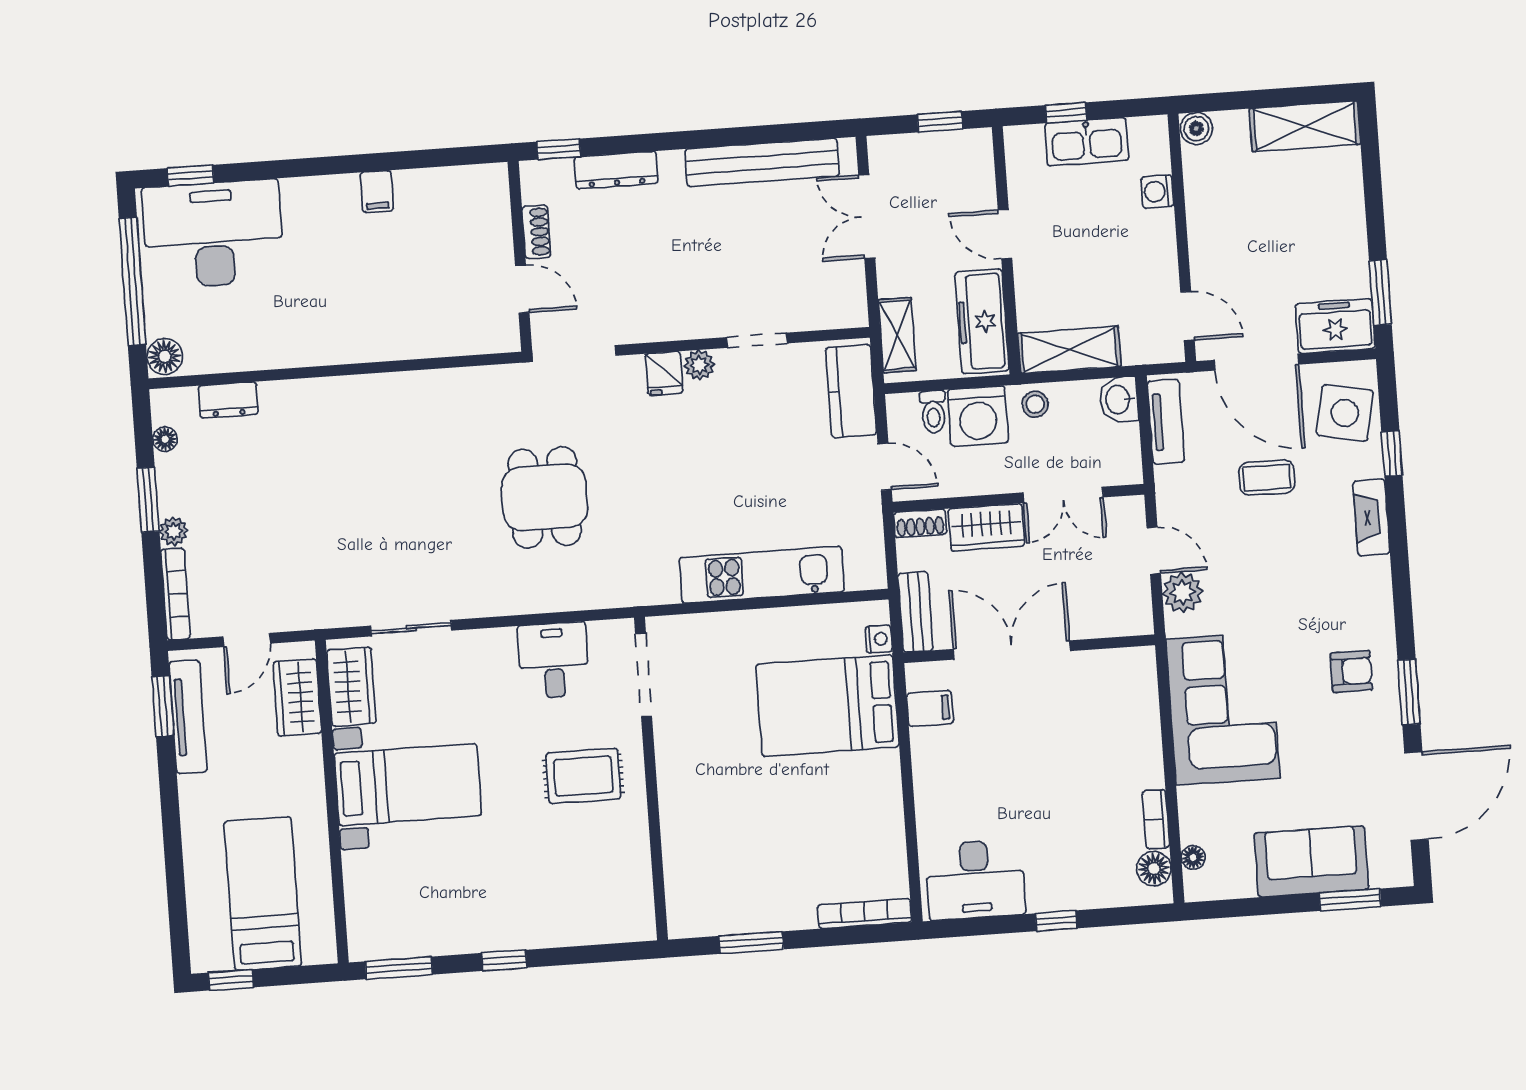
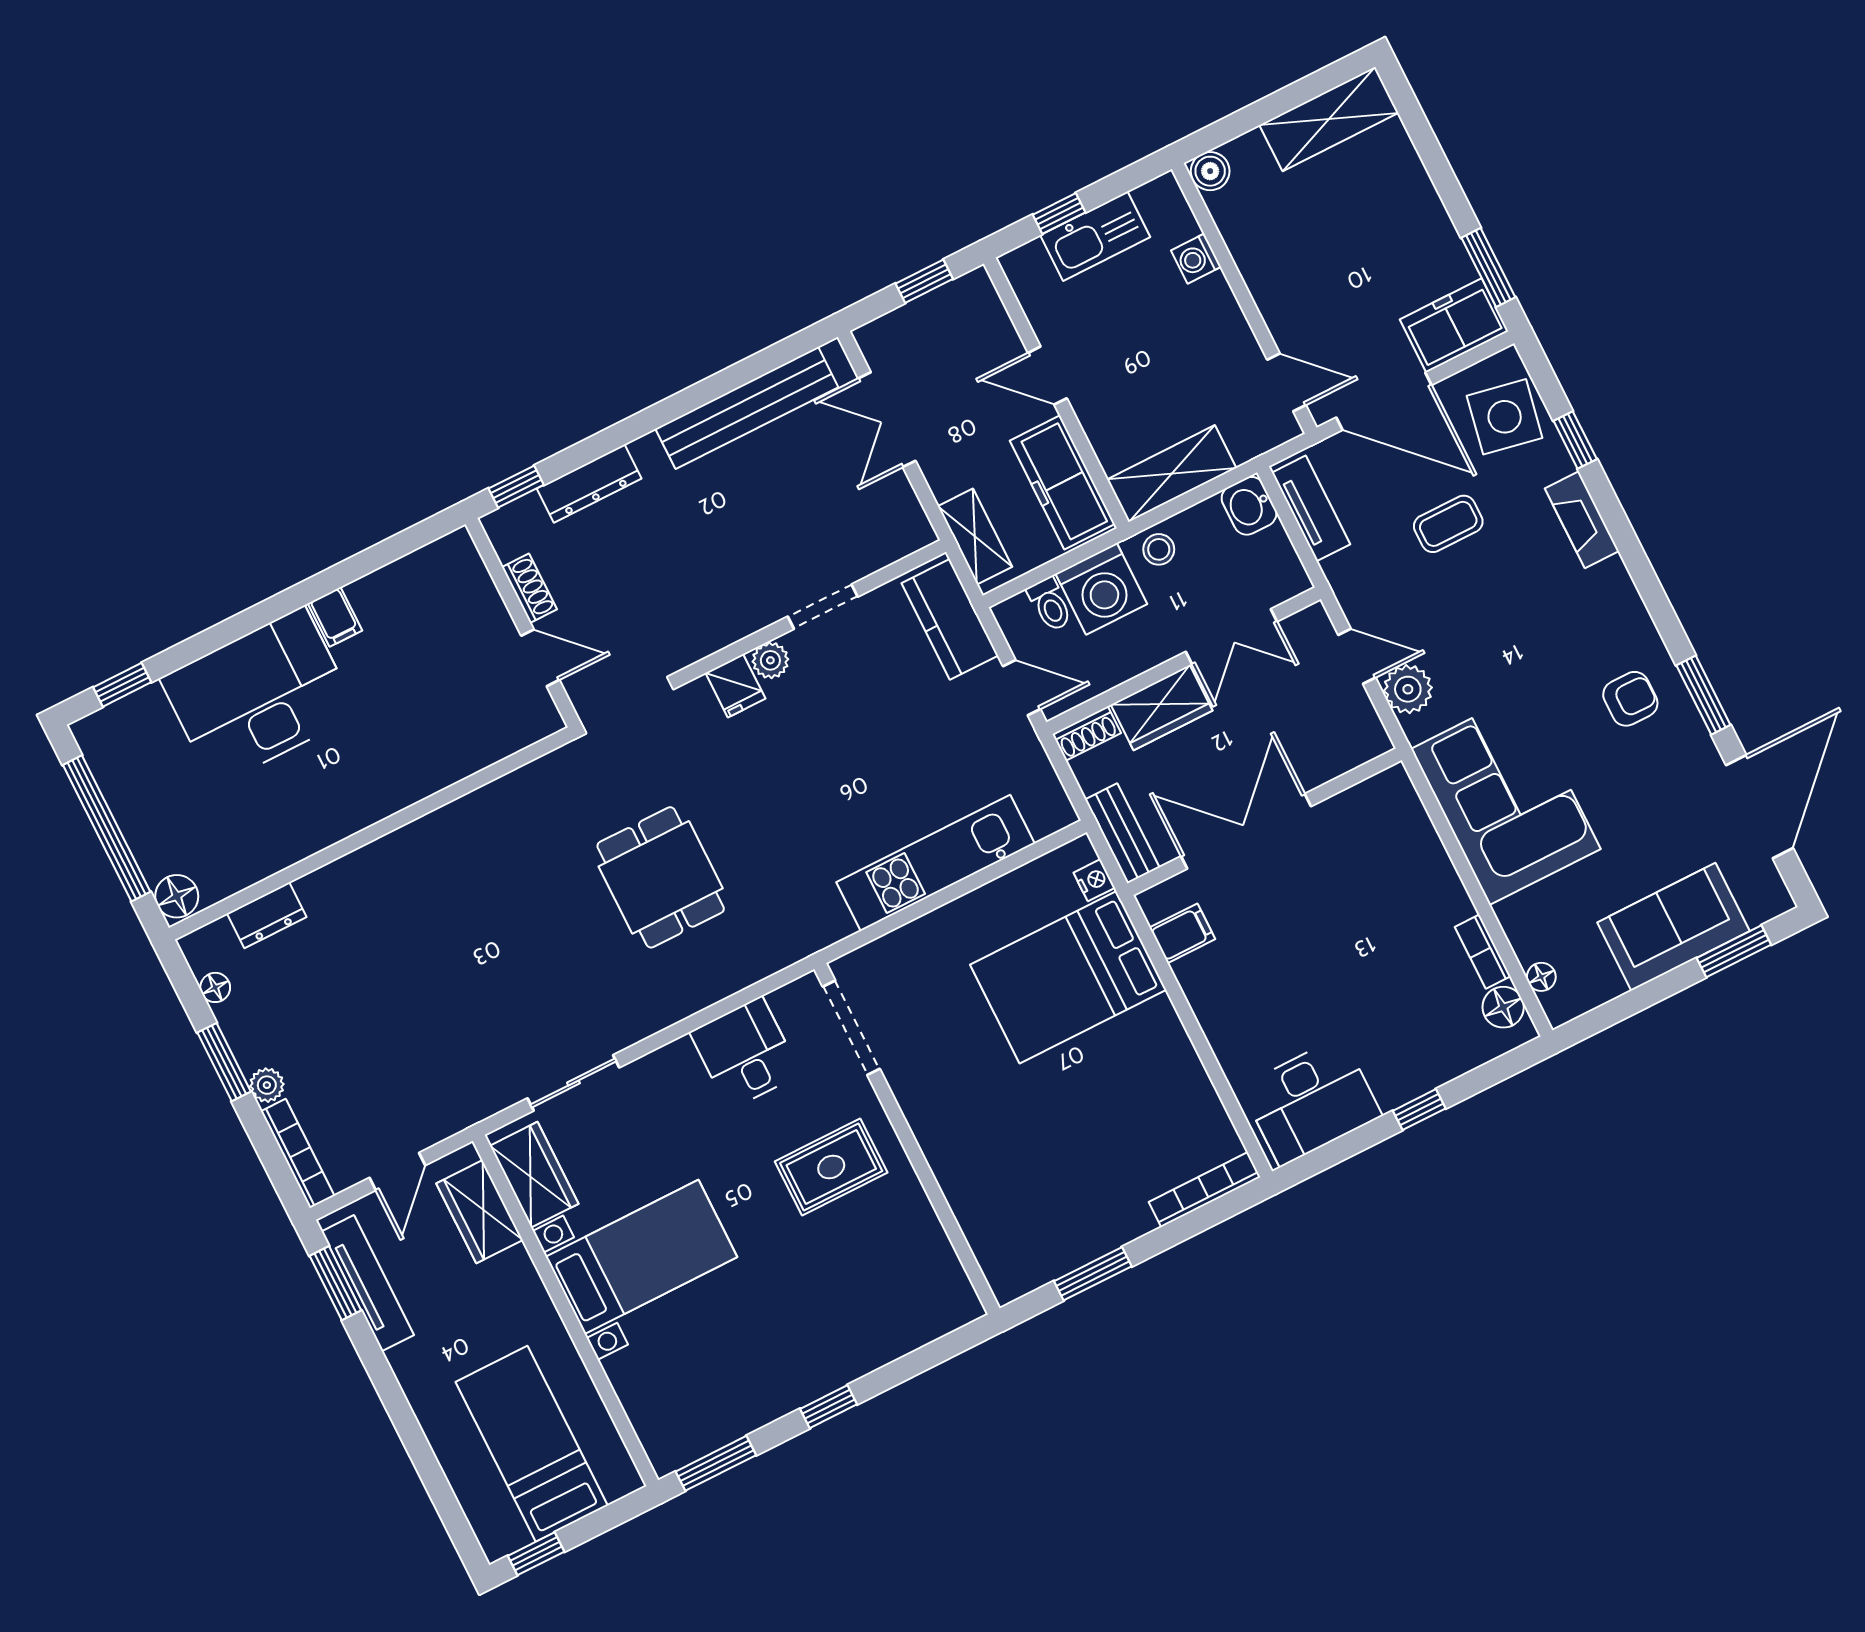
desk: (213, 234) -> (259, 696), moved

